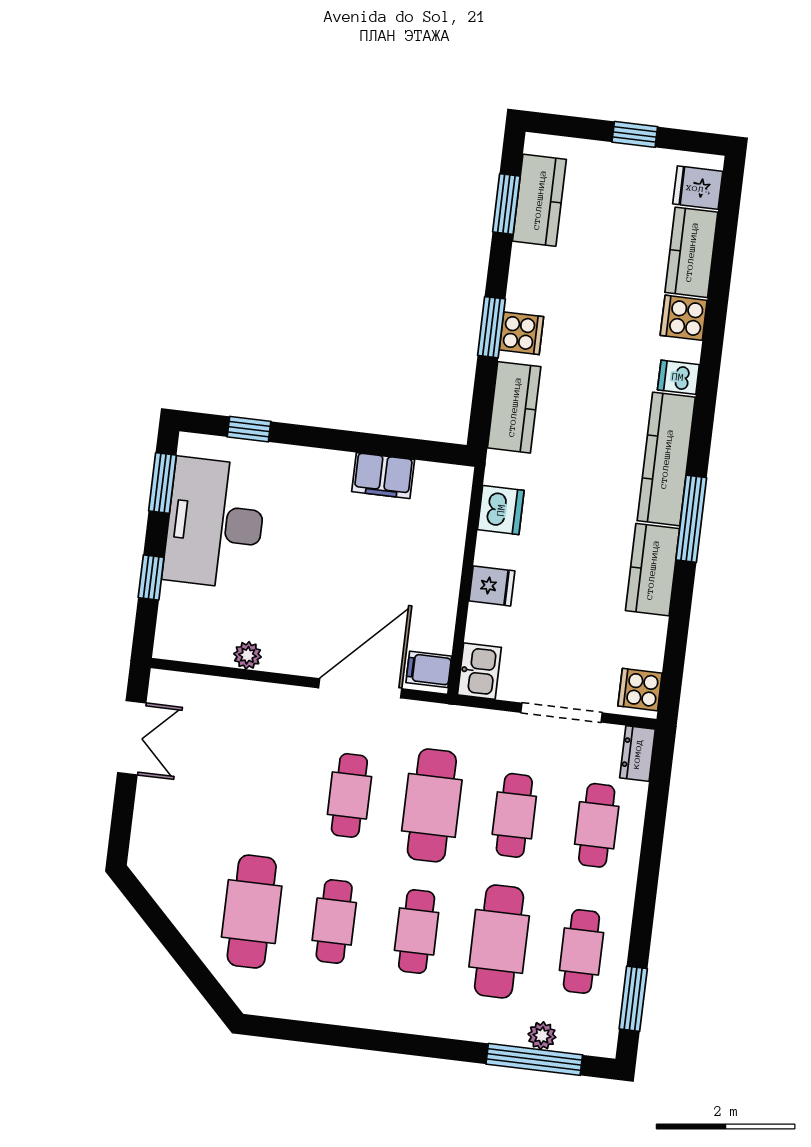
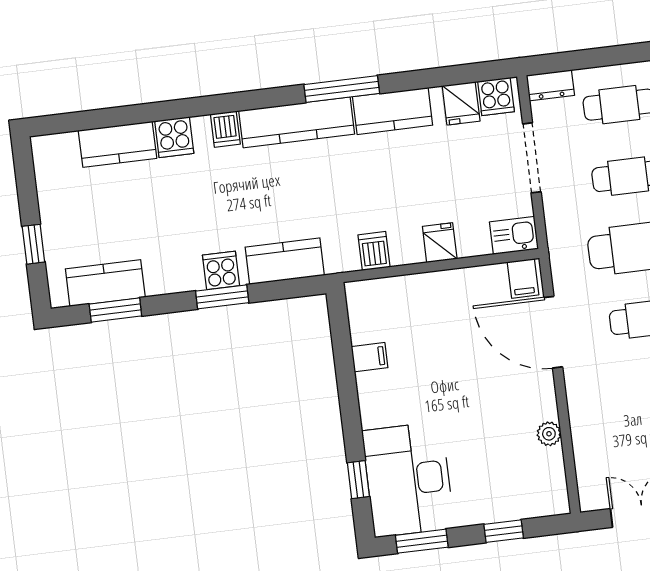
window: (635, 134) -> (33, 244), moved
fridge: (698, 188) -> (461, 103), moved
filing cabinet: (383, 476) -> (370, 357), width x0.50
dishwasher: (501, 510) -> (374, 251), width x0.73
desk: (215, 523) -> (408, 479), moved, turned 90

